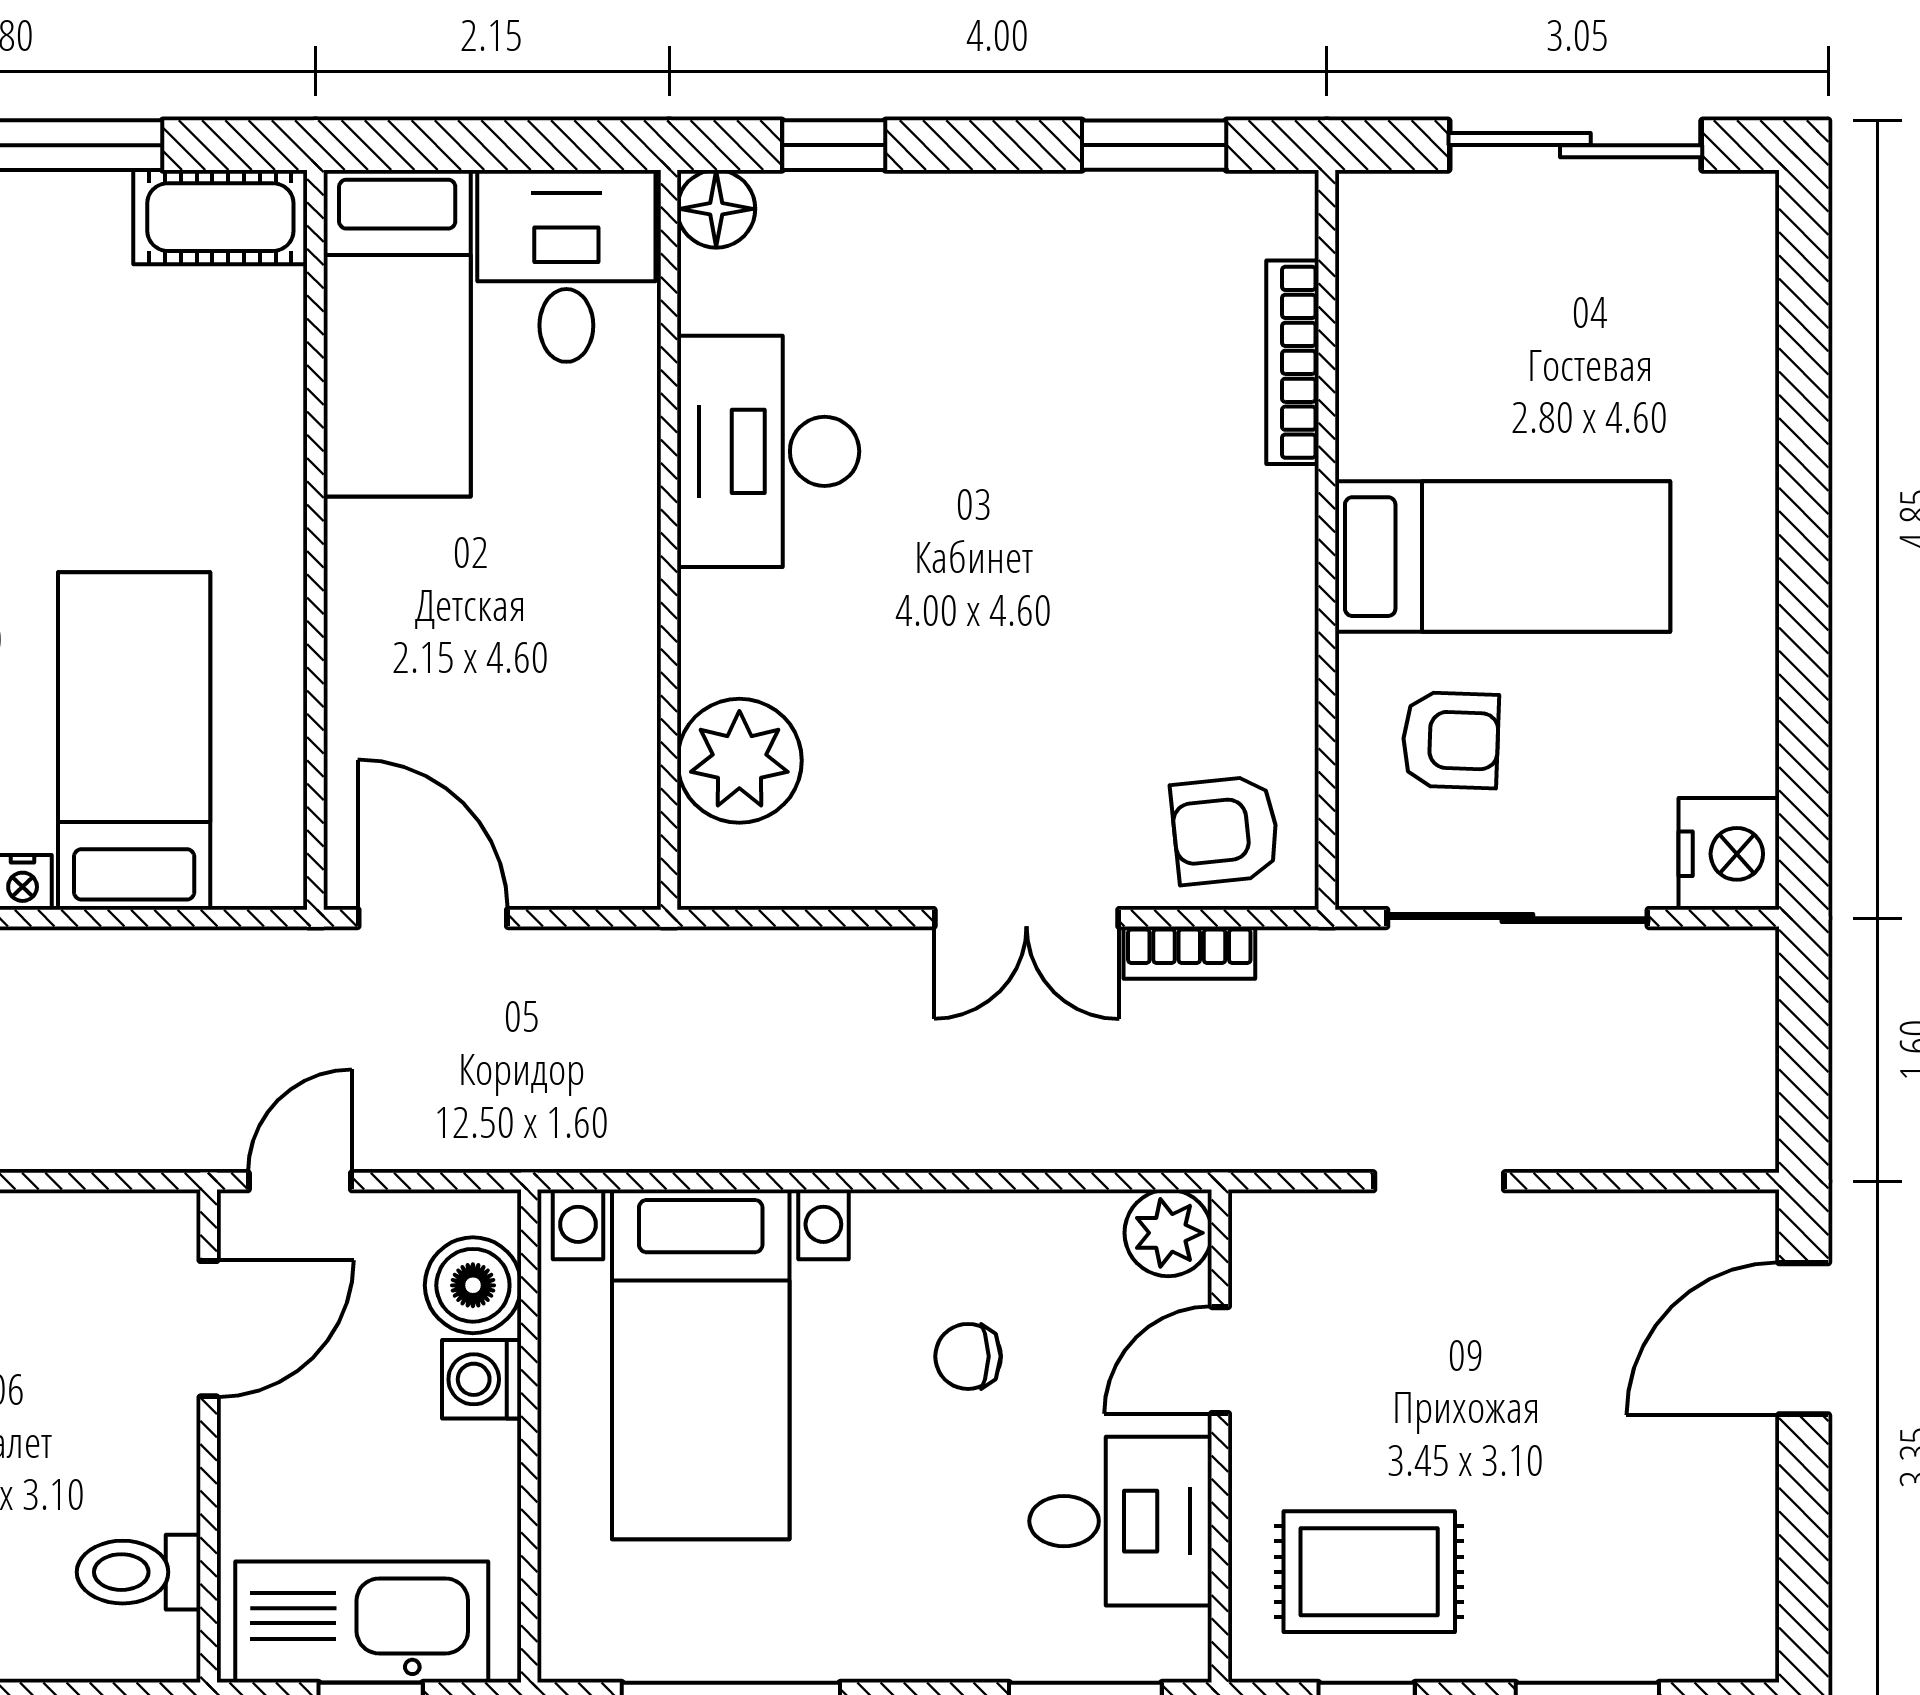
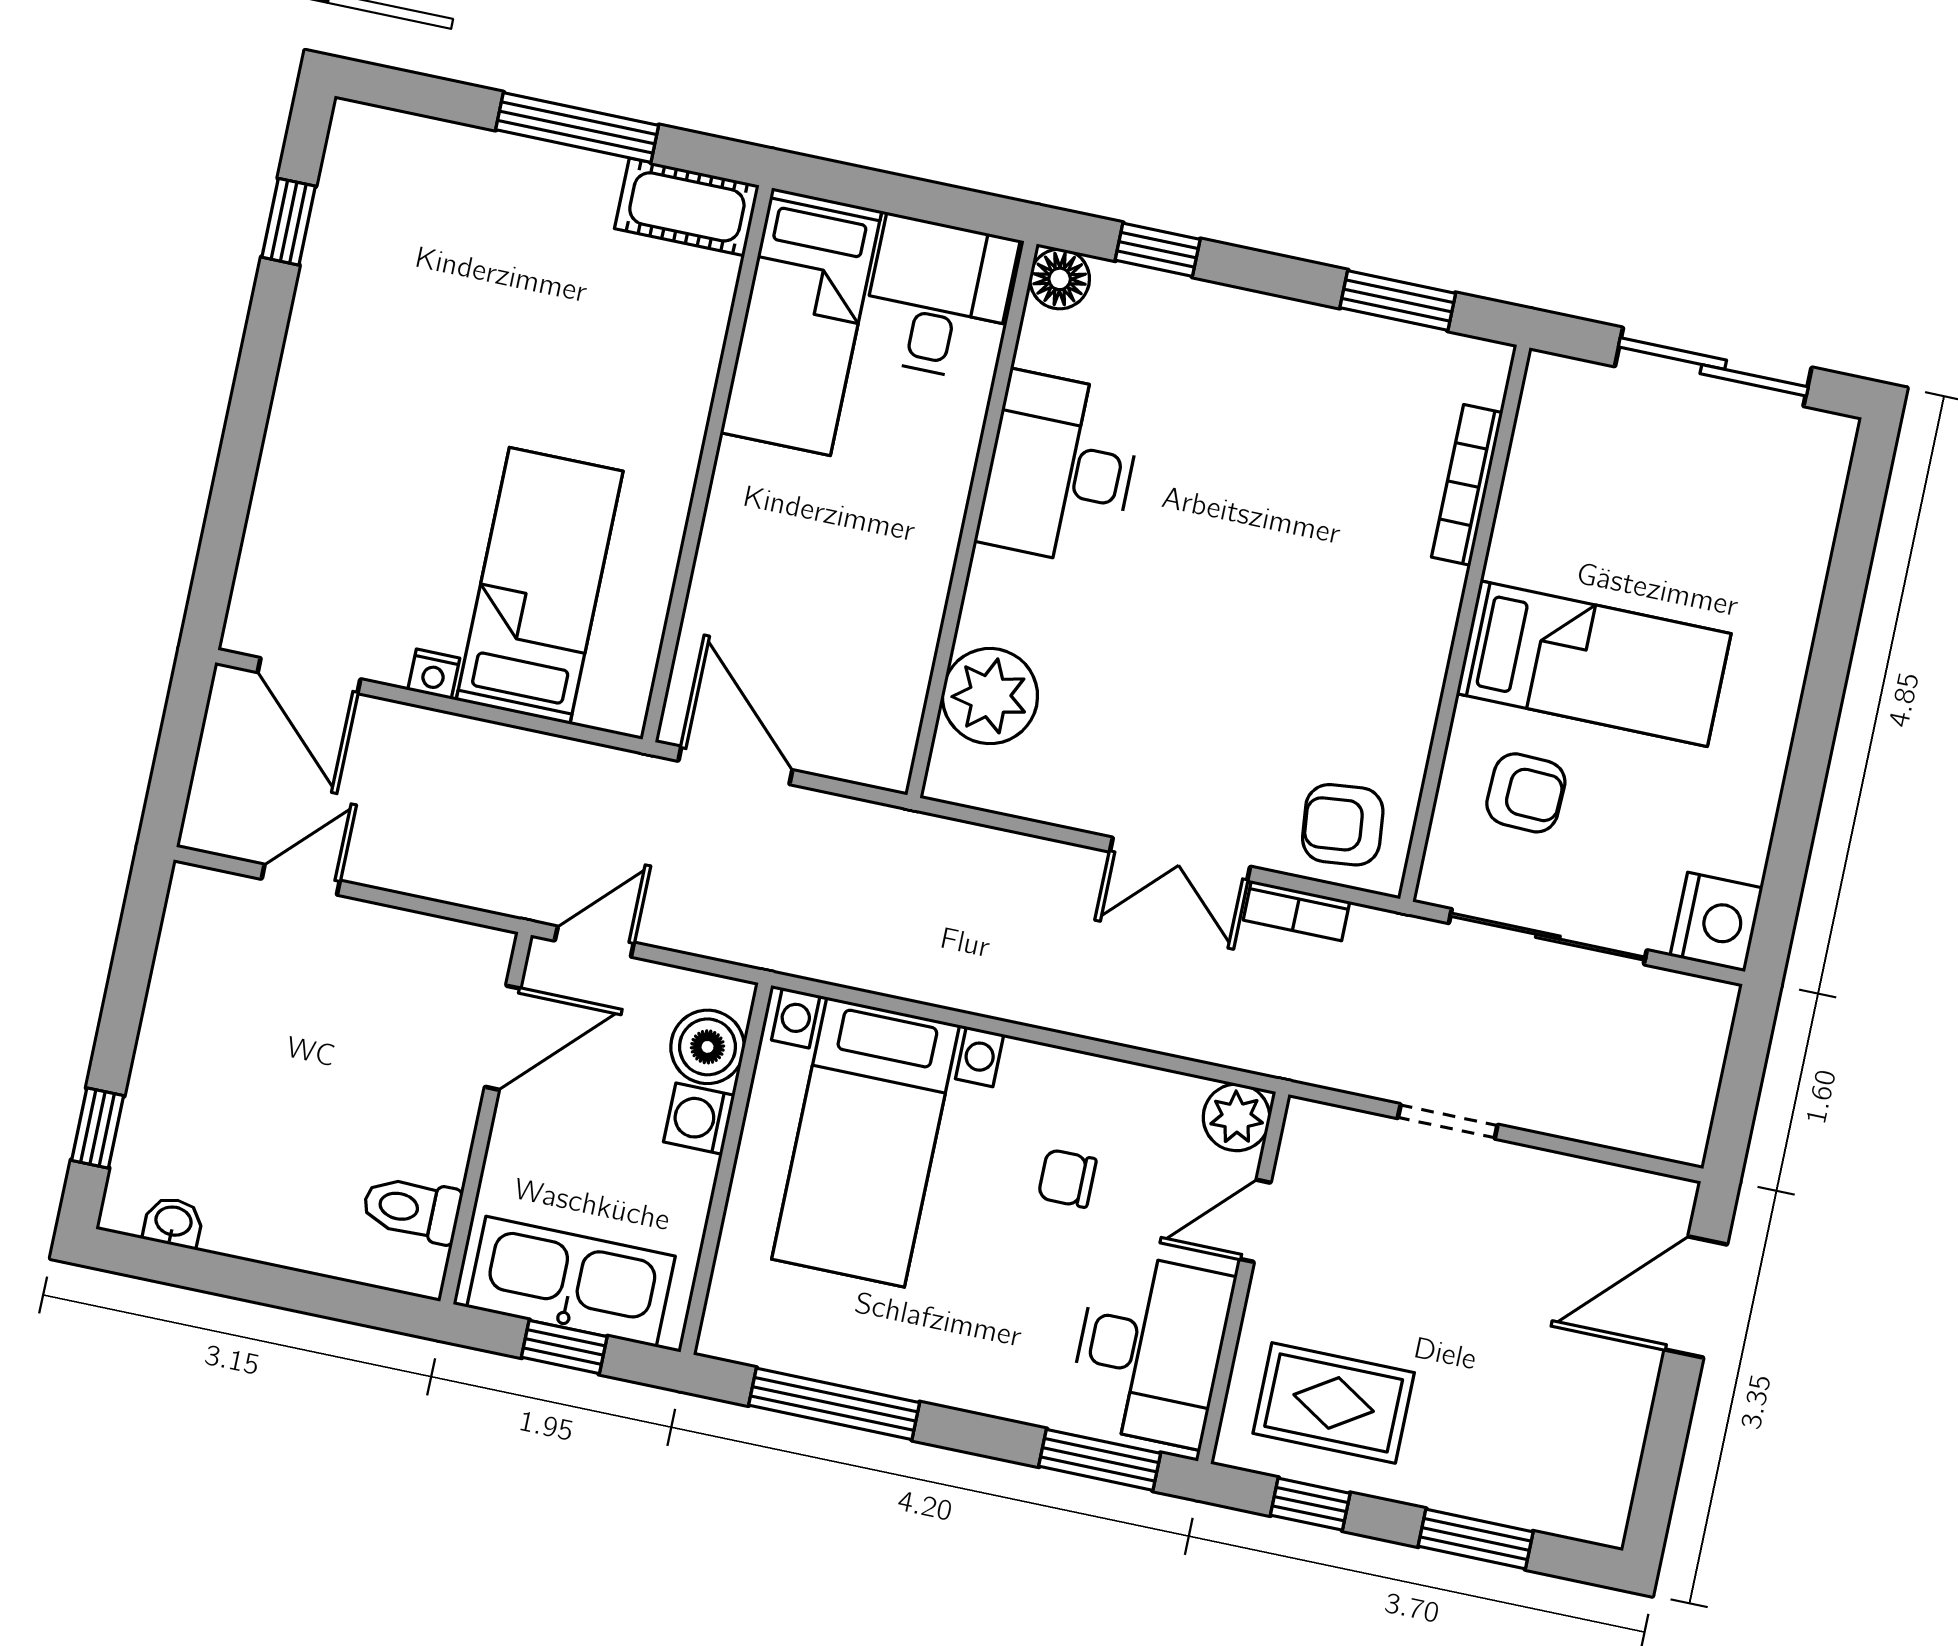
desk: (1121, 1521) -> (1150, 1349), width x1.37

